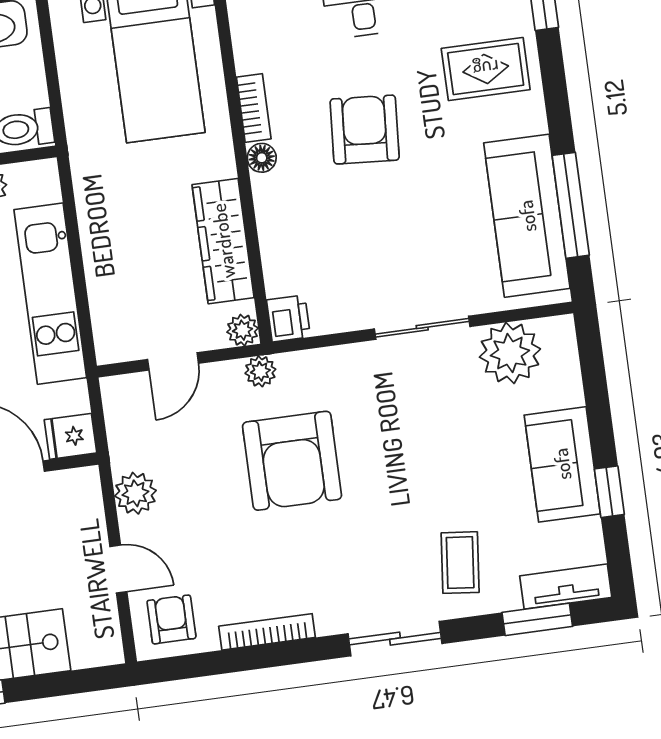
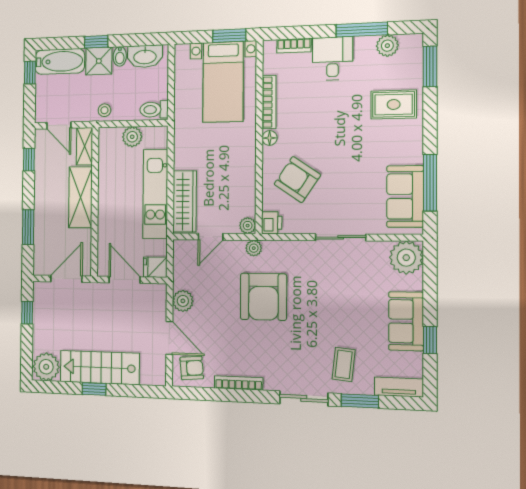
bookcase: (254, 108) -> (269, 102), width x1.56
armchair: (365, 130) -> (297, 180), moved, turned -60
sofa: (527, 216) -> (405, 196), width x0.73
wardrobe: (223, 241) -> (185, 201), moved, turned 180
plant: (510, 353) -> (406, 258), moved
door: (118, 569) -> (169, 338), width x1.38
armchair: (171, 619) -> (192, 368), turned 85
window: (537, 619) -> (360, 401), moved

